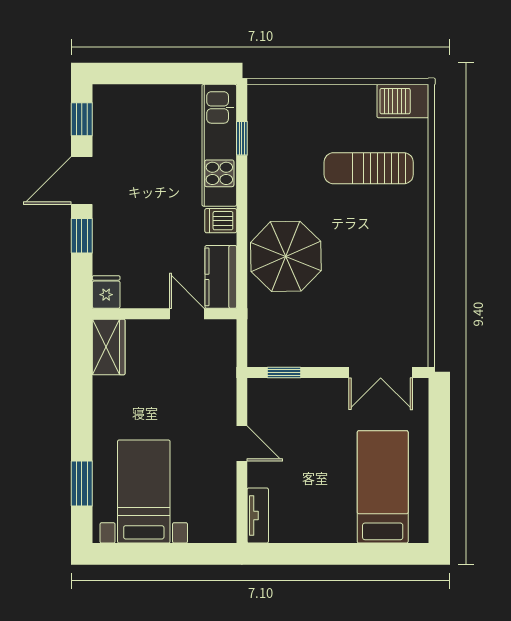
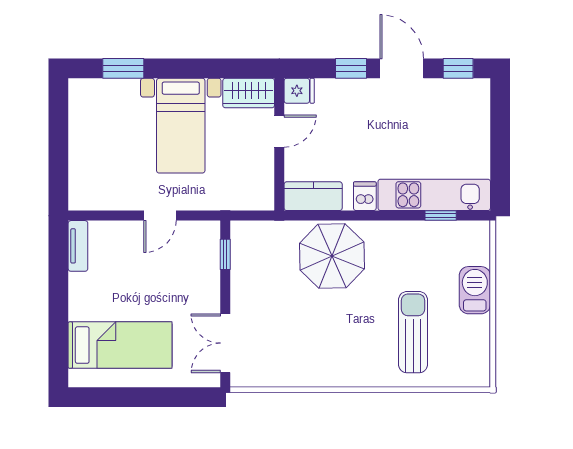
barbecue: (403, 101) -> (475, 290), moved
door: (187, 314) -> (279, 131), moved
bed with nightstands: (144, 492) -> (181, 126), moved, turned 90
tv unit: (258, 516) -> (78, 246), moved, turned -90

